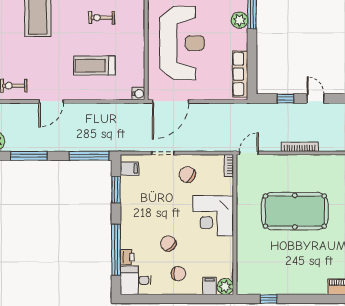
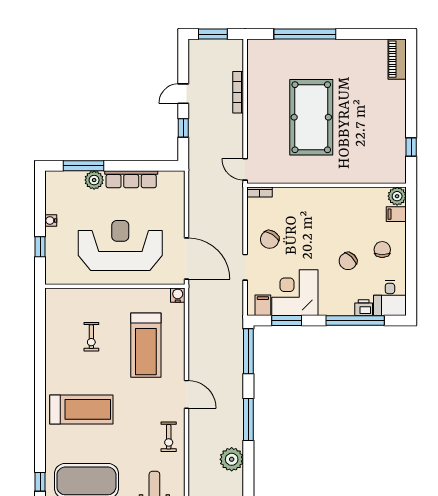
treadmill: (94, 66) -> (146, 345), width x1.37, depth x1.38
row of seats: (240, 74) -> (131, 179), moved
bookcase: (300, 147) -> (238, 92), moved
corner desk: (213, 216) -> (295, 293), moved, turned 180

